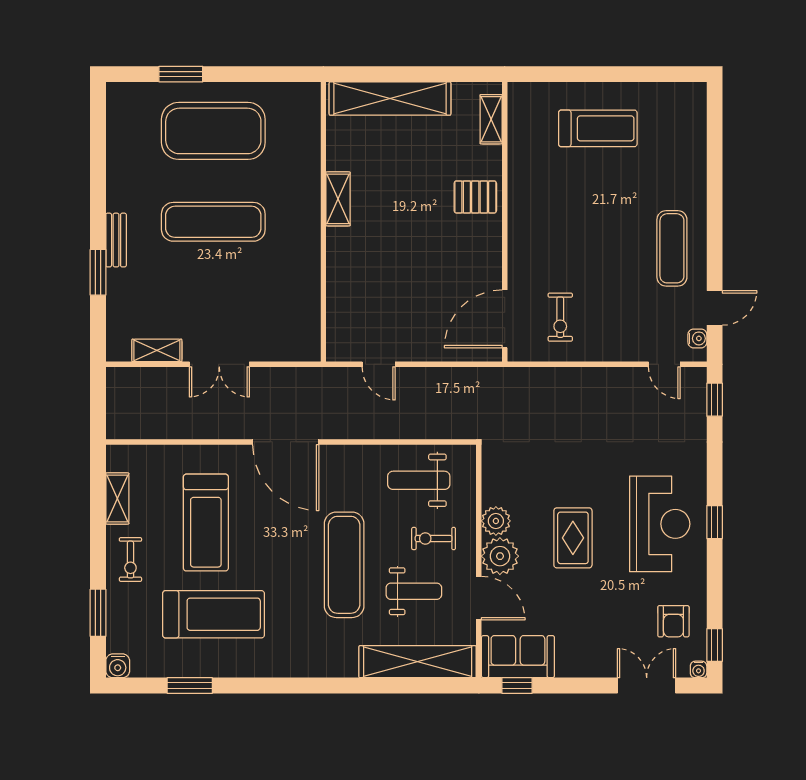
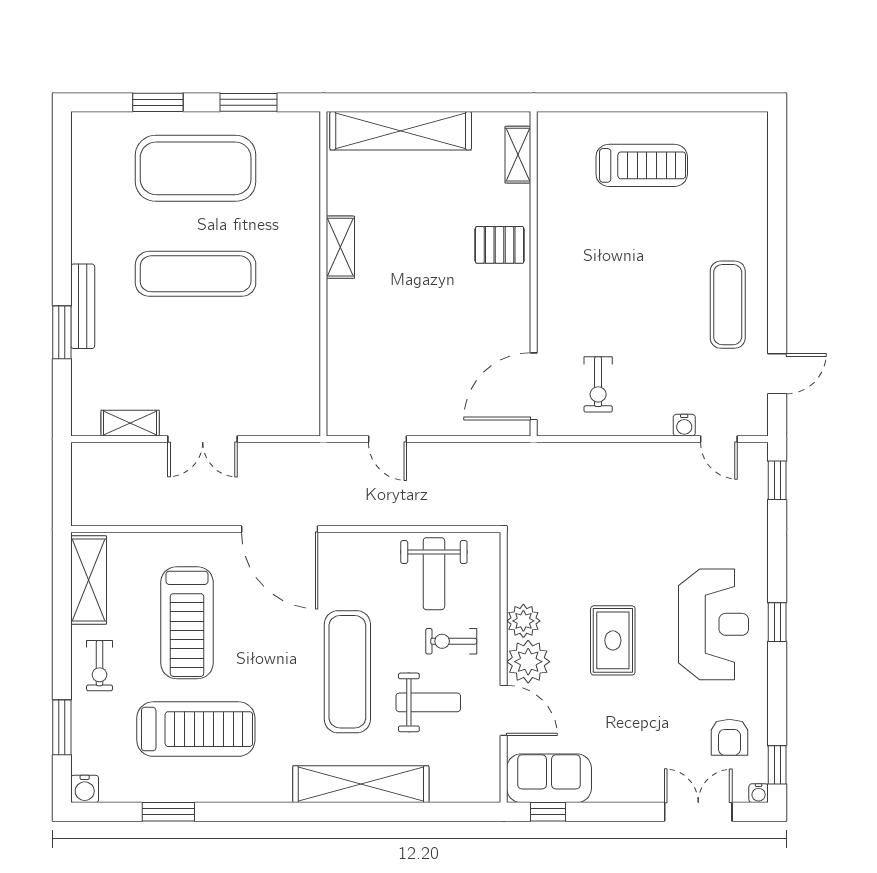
window: (259, 74) -> (249, 102), added
bench: (116, 240) -> (83, 306), width x1.36
water cooler: (697, 338) -> (684, 425), moved, turned 90
weight bench: (419, 480) -> (434, 574), turned -90
shelving: (117, 498) -> (89, 580), width x1.50, depth x1.33
shelving: (418, 662) -> (361, 784), moved

